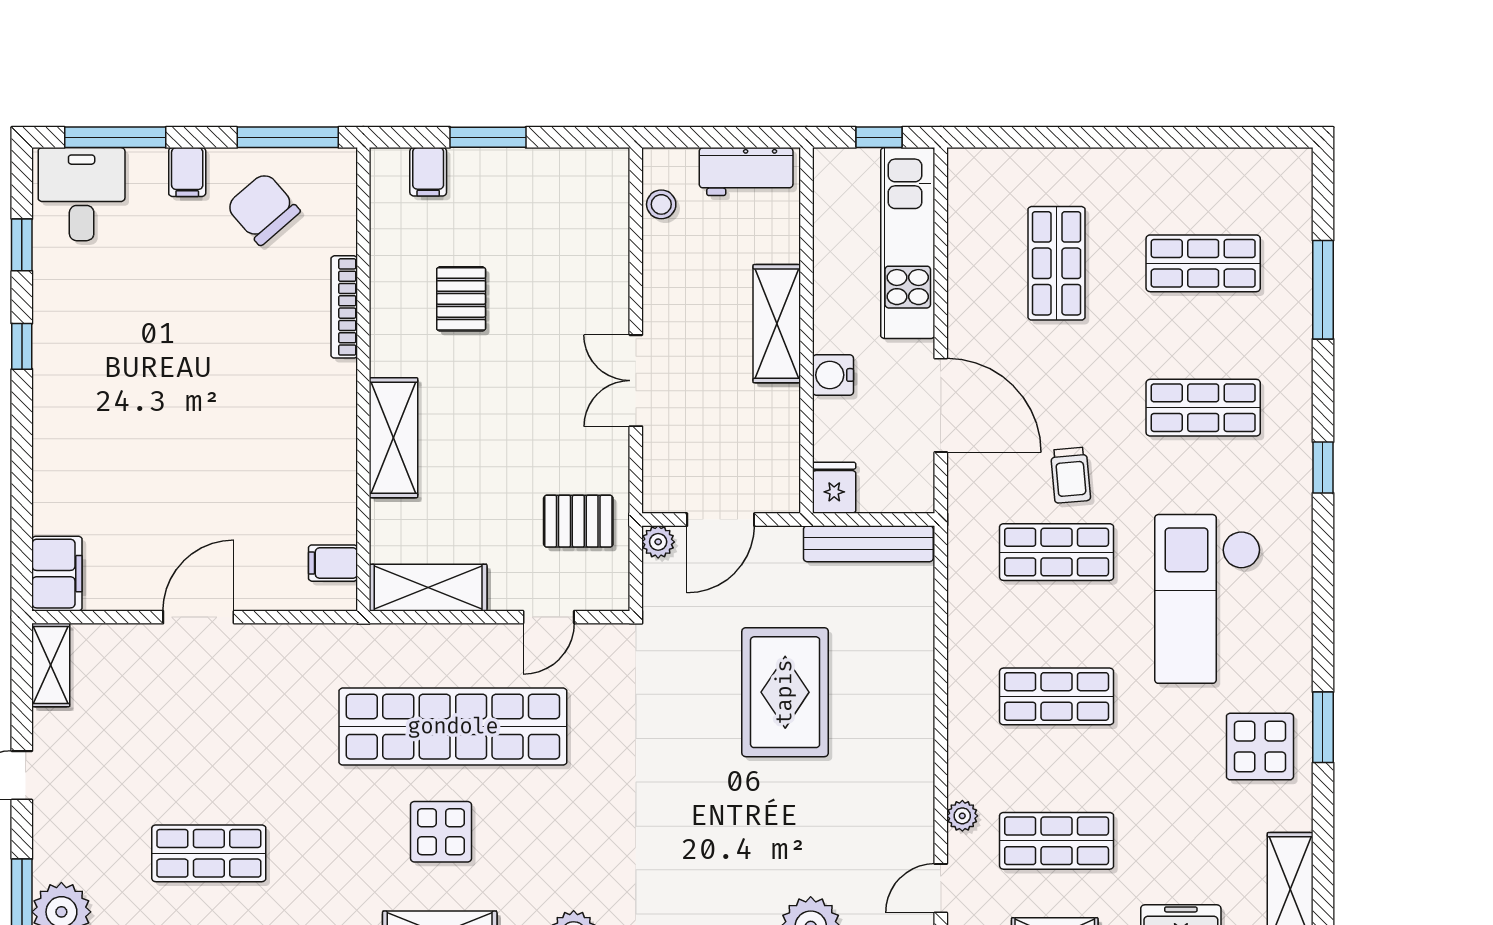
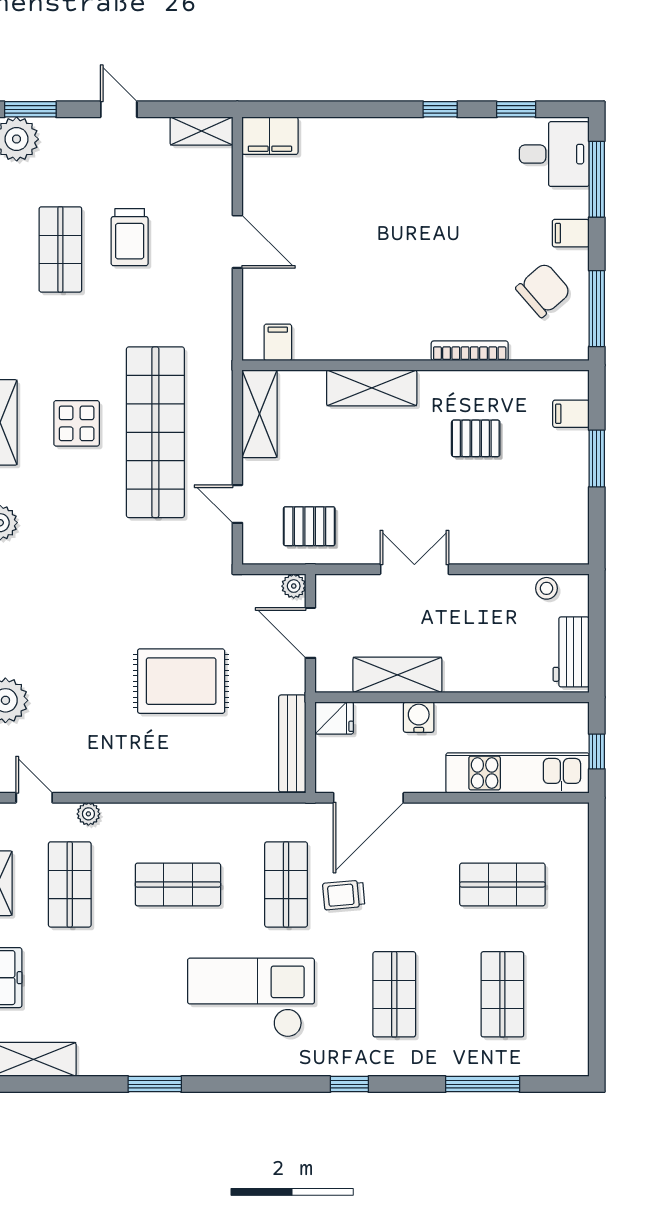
shelving: (777, 324) -> (397, 675), moved
door: (941, 405) -> (368, 798), moved
pallet: (578, 521) -> (309, 526), turned 90
shop shelf: (1057, 696) -> (178, 884), turned 90
display table: (1260, 747) -> (140, 1037), removed
trolley: (192, 761) -> (130, 237), added

